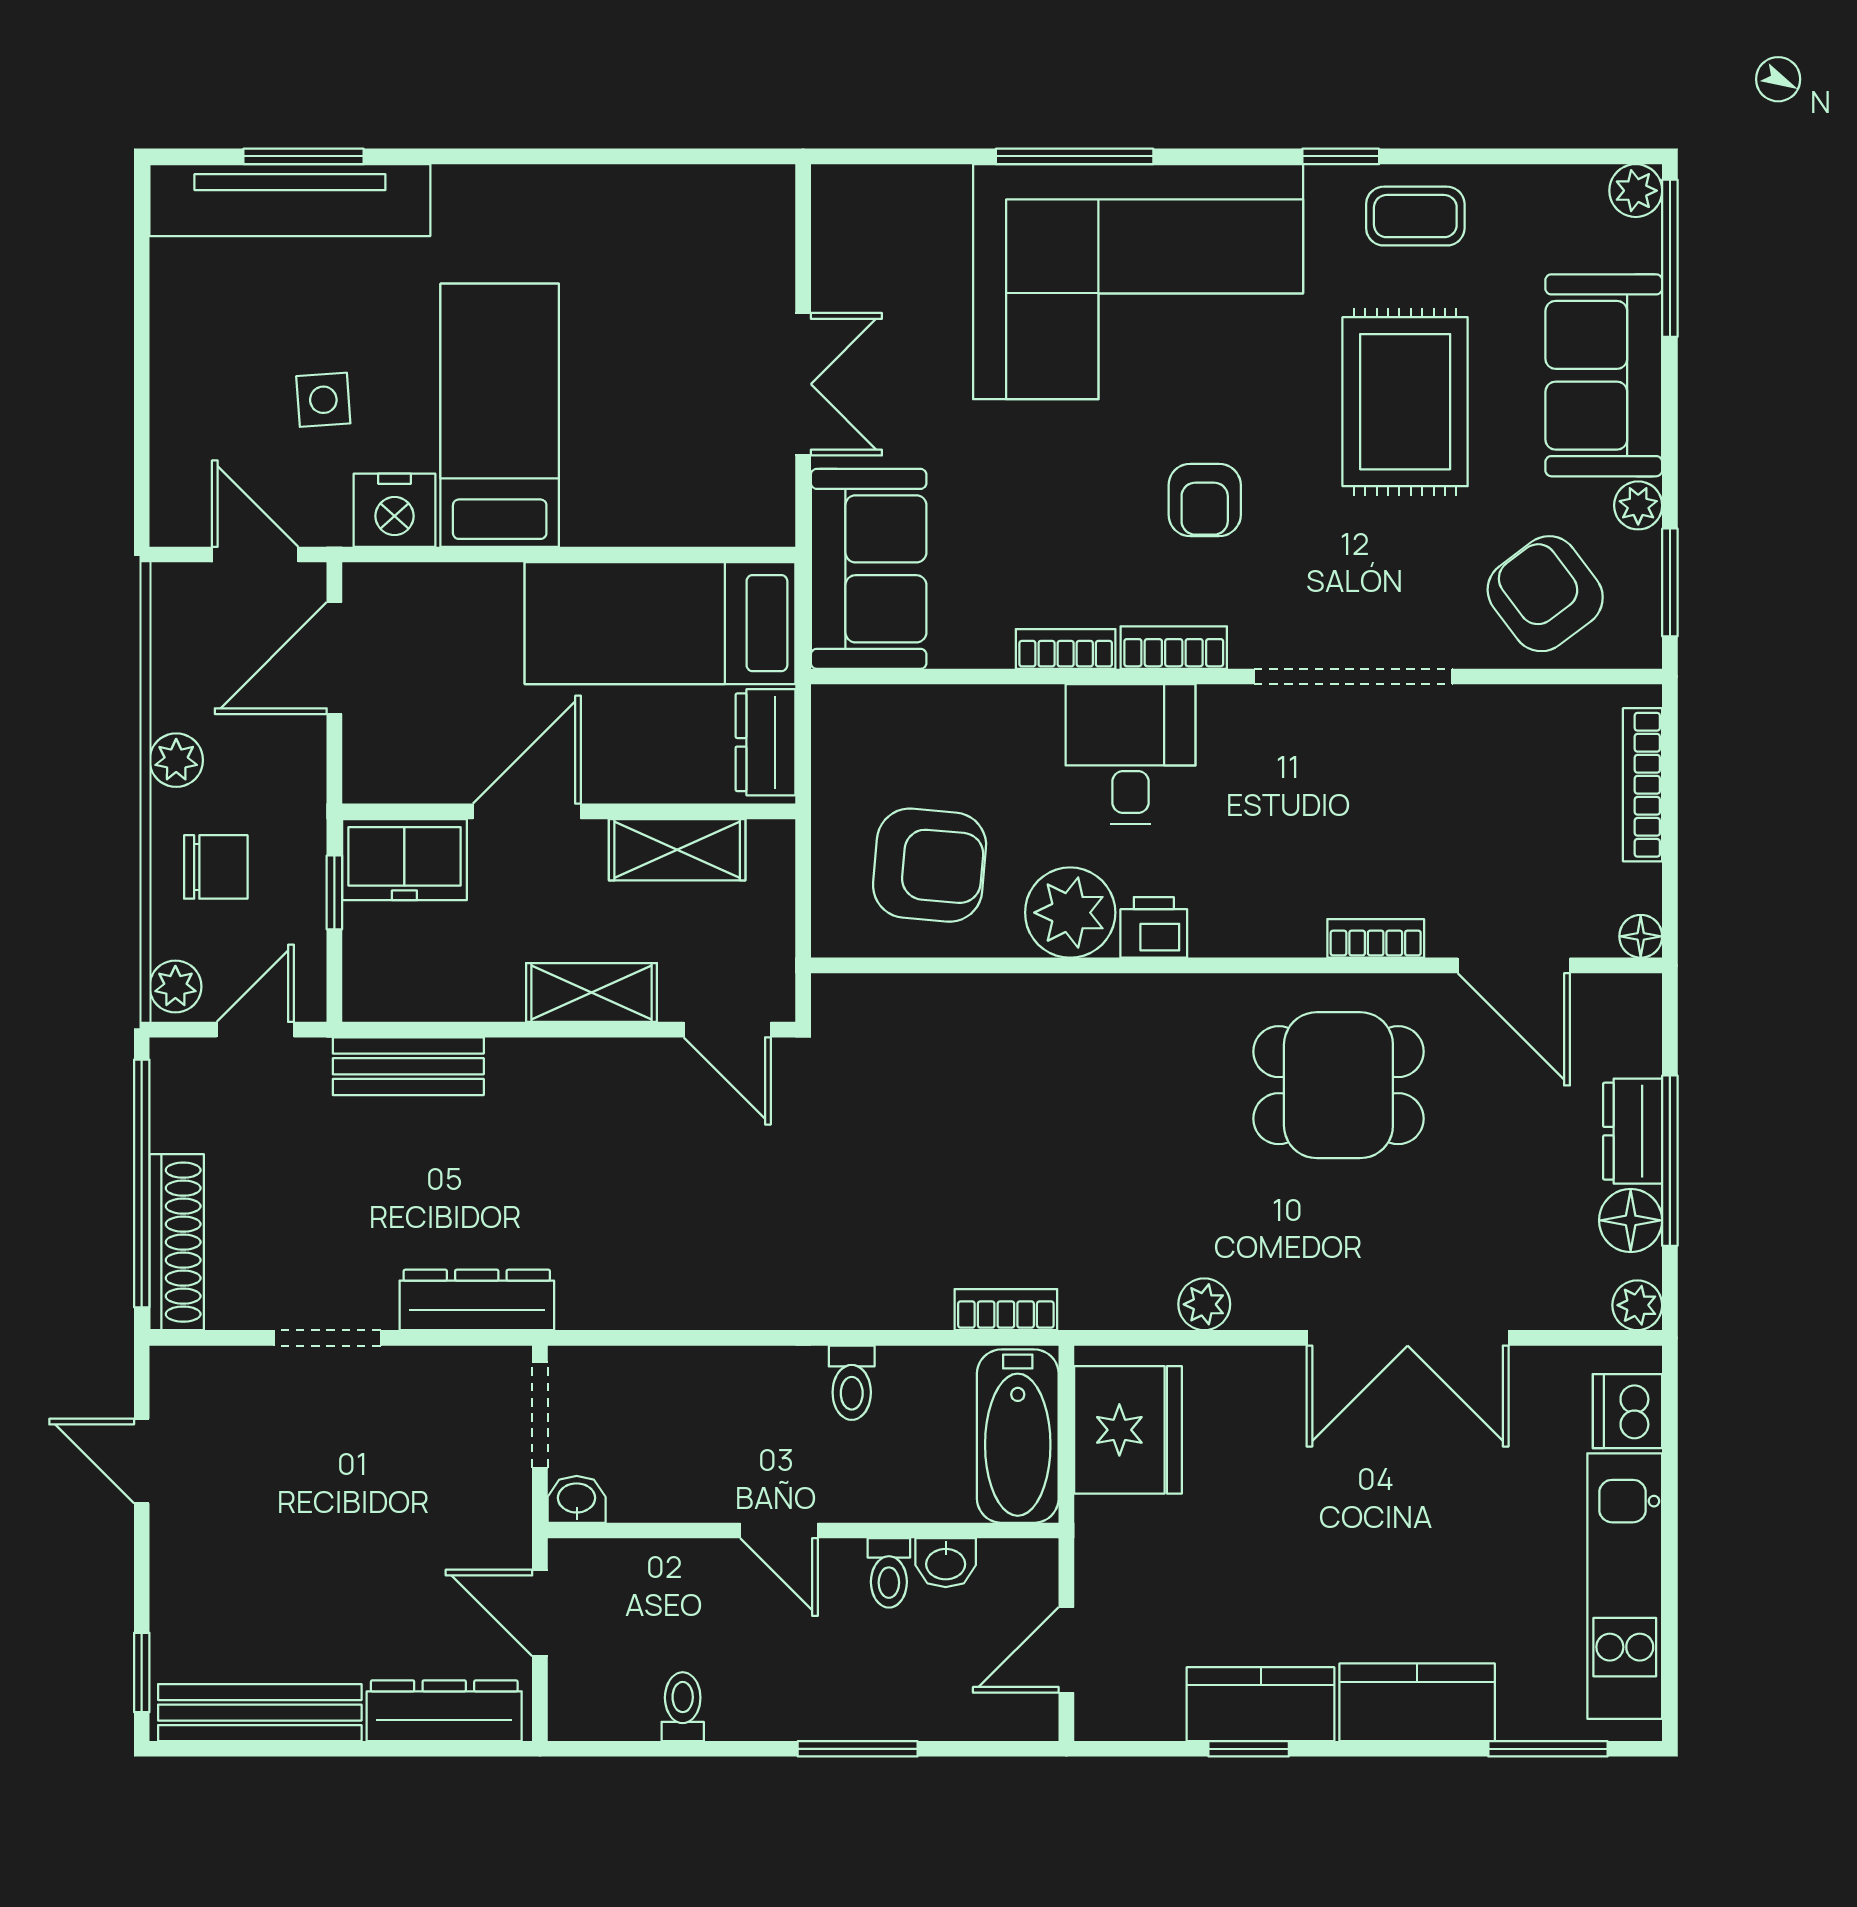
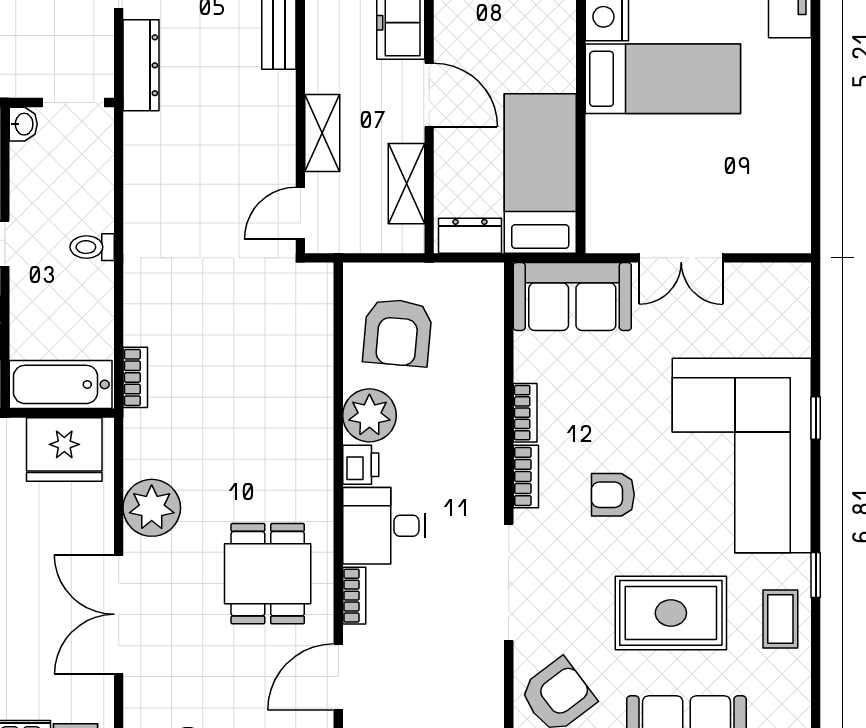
window: (1075, 156) -> (816, 418), width x0.46
desk: (1131, 754) -> (384, 526), moved, turned 180
plant: (1204, 1304) -> (152, 508), width x1.88, depth x1.88
toilet: (852, 1383) -> (92, 247), moved

